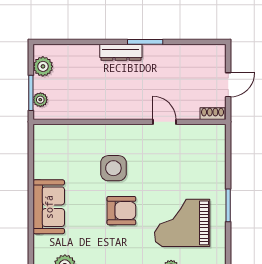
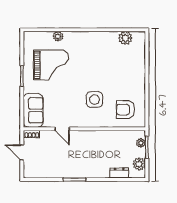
dresser: (121, 52) -> (119, 173), moved, width x0.70
door: (228, 85) -> (22, 152), hinge flipped
sofa: (49, 207) -> (33, 110), moved, turned 180
armchair: (121, 211) -> (126, 110), moved

